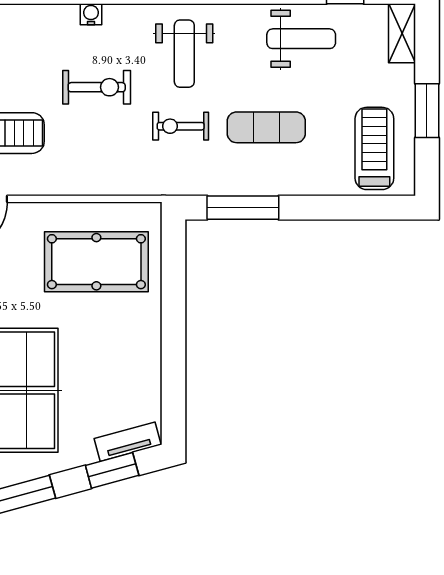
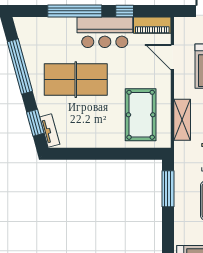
shelving: (106, 180) -> (182, 120), added

